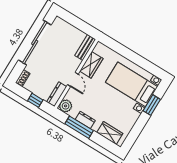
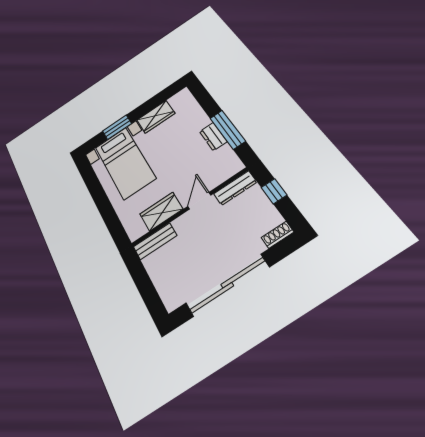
plant: (66, 106) -> (231, 166), removed
wardrobe: (110, 133) -> (156, 117), moved, turned -90

